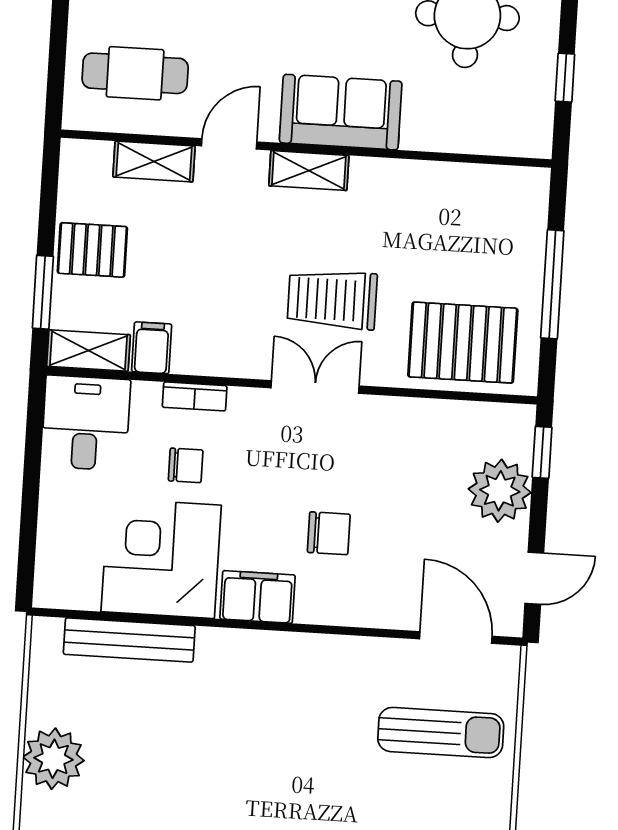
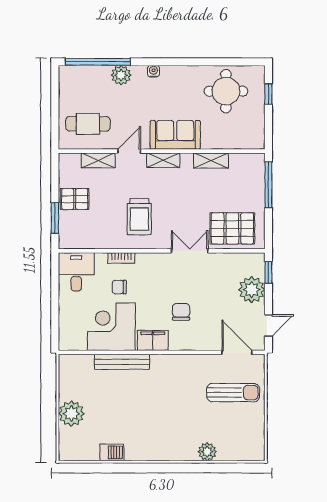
window: (565, 78) -> (268, 94), moved
window: (552, 284) -> (268, 185), moved
trolley: (332, 299) -> (139, 217), moved, turned -90
filing cabinet: (152, 348) -> (102, 239), removed
shelving: (88, 351) -> (211, 161), moved
double door: (315, 387) -> (190, 251), moved
chair: (186, 465) -> (119, 287), turned 180
chair: (329, 533) -> (181, 312), turned -90
bench: (129, 640) -> (122, 362), moved

